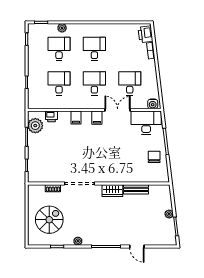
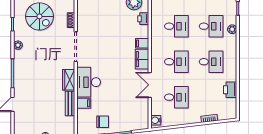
printer: (146, 34) -> (230, 90), moved, turned -83
double door: (118, 110) -> (150, 85), swing flipped
filing cabinet: (97, 118) -> (142, 59), width x2.00
desk: (146, 123) -> (89, 82), moved, turned 180
filing cabinet: (136, 176) -> (84, 103), added

